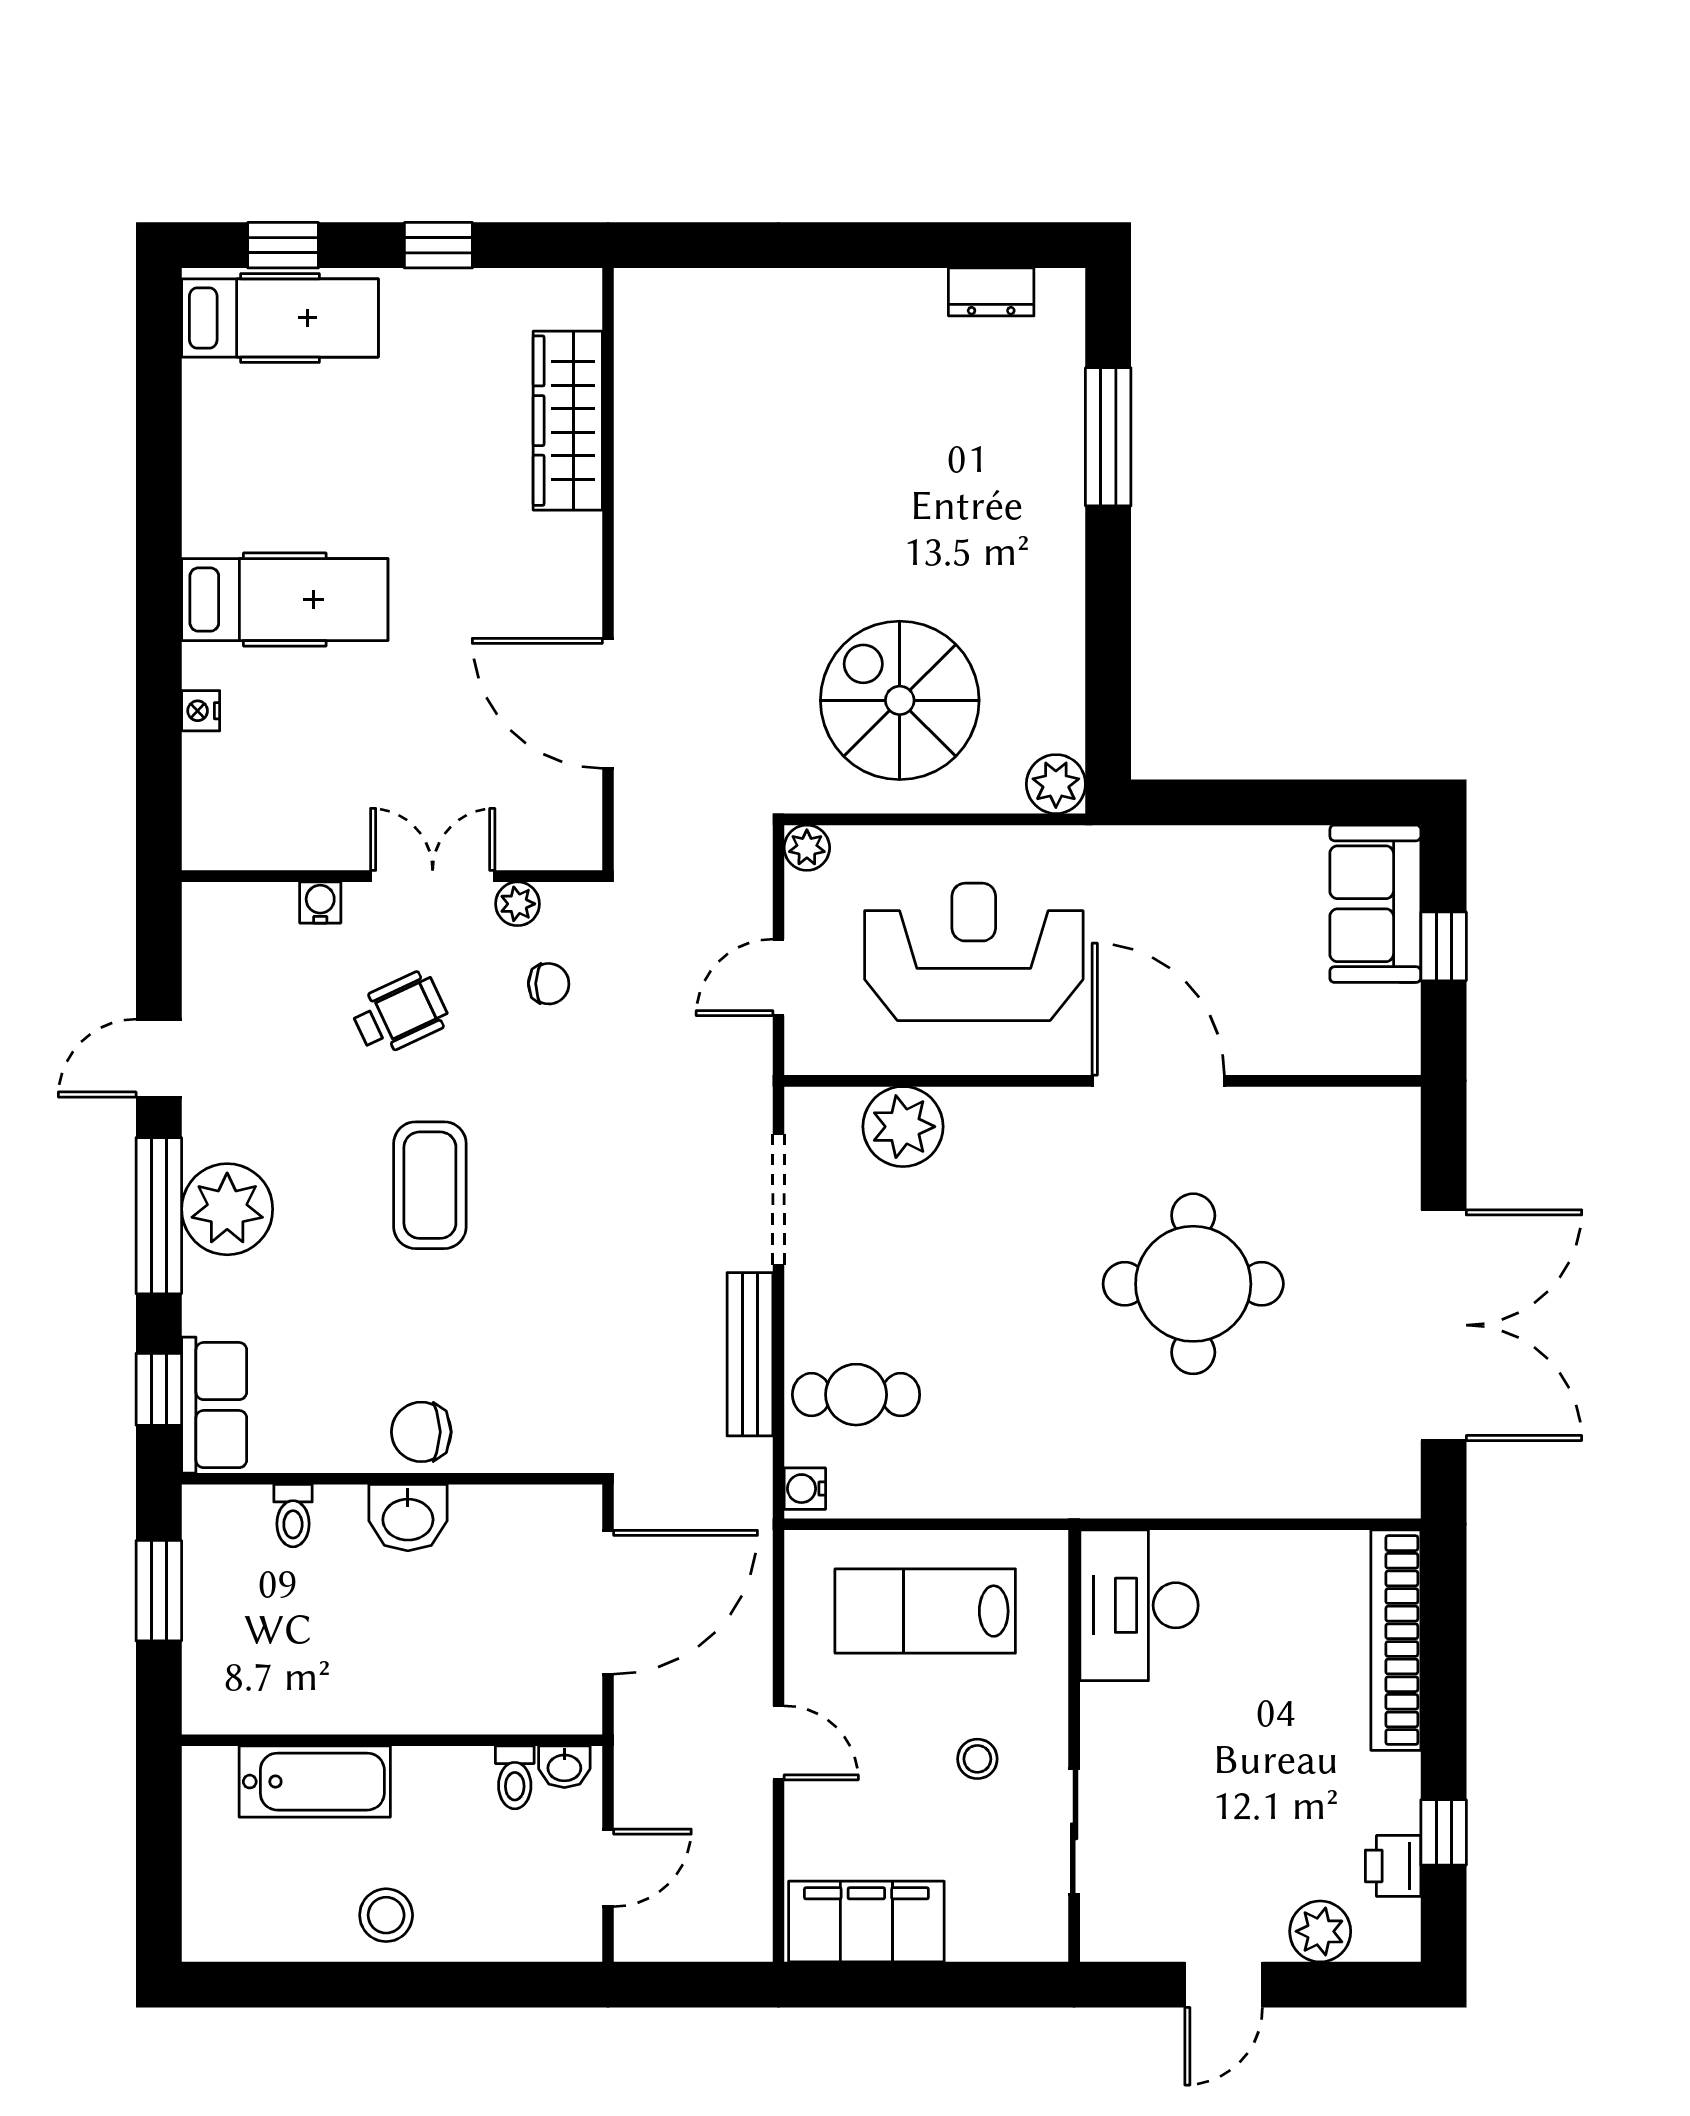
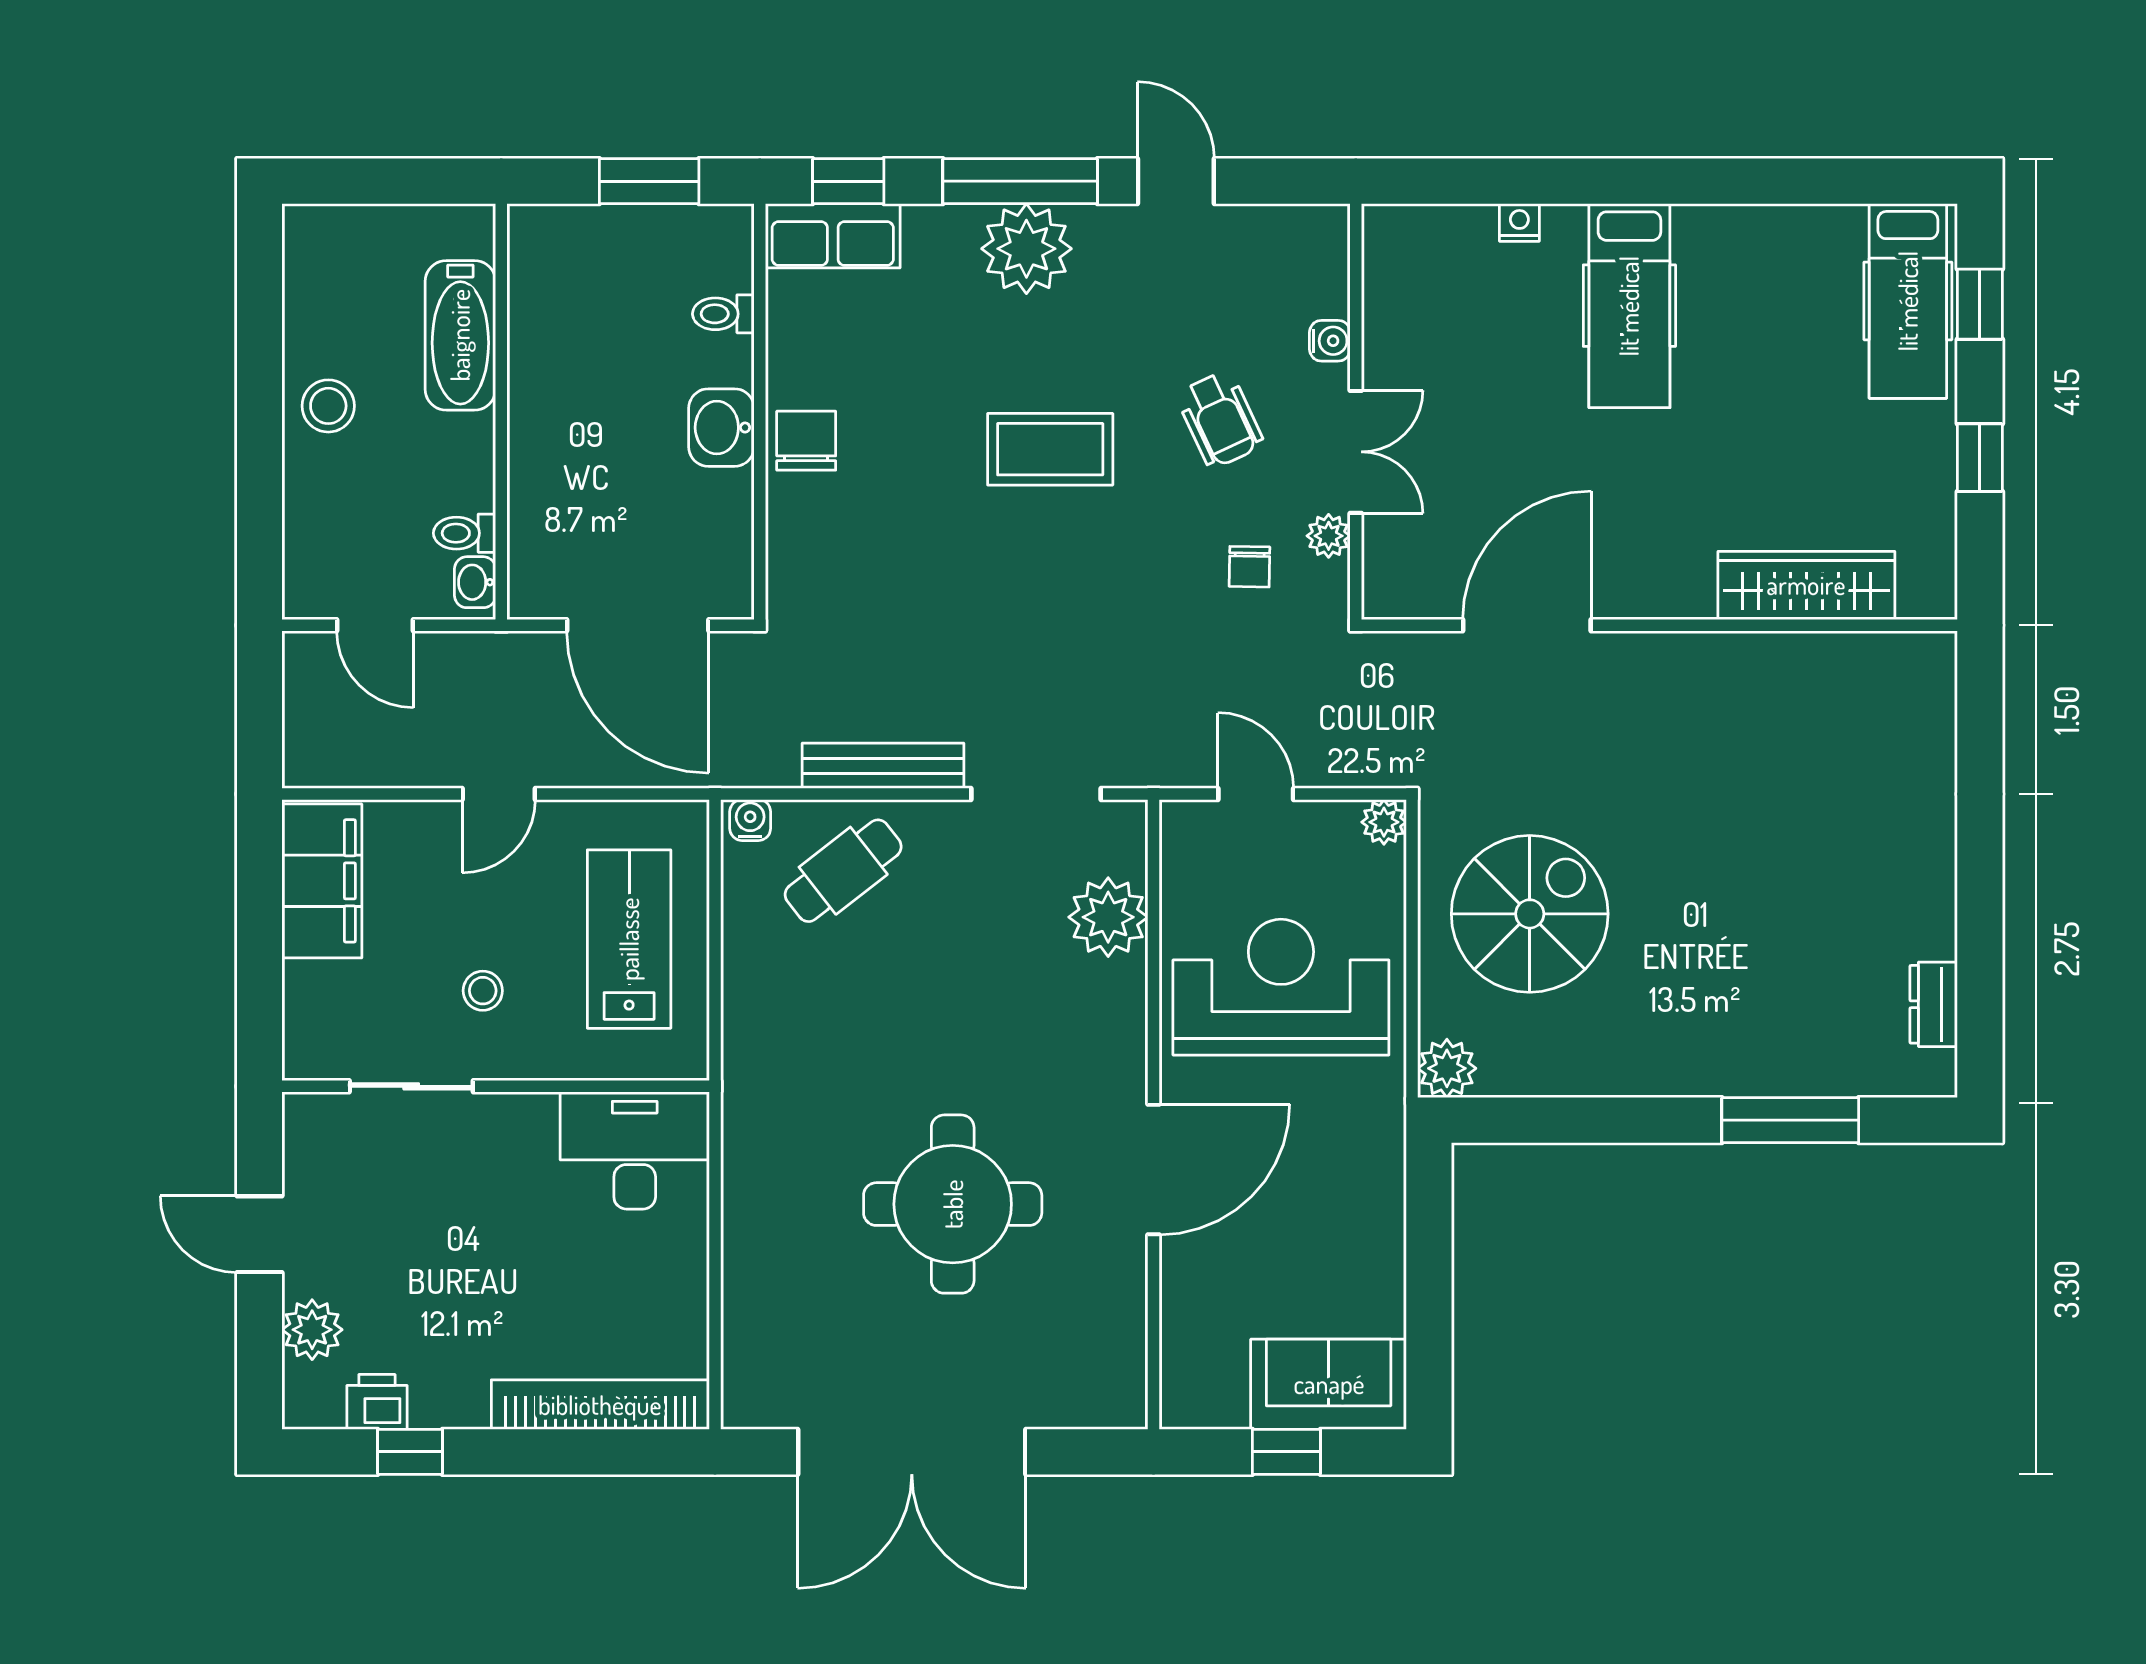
reception desk: (974, 952) -> (1281, 987), turned -90
cafe table: (856, 1395) -> (843, 871), turned 52

